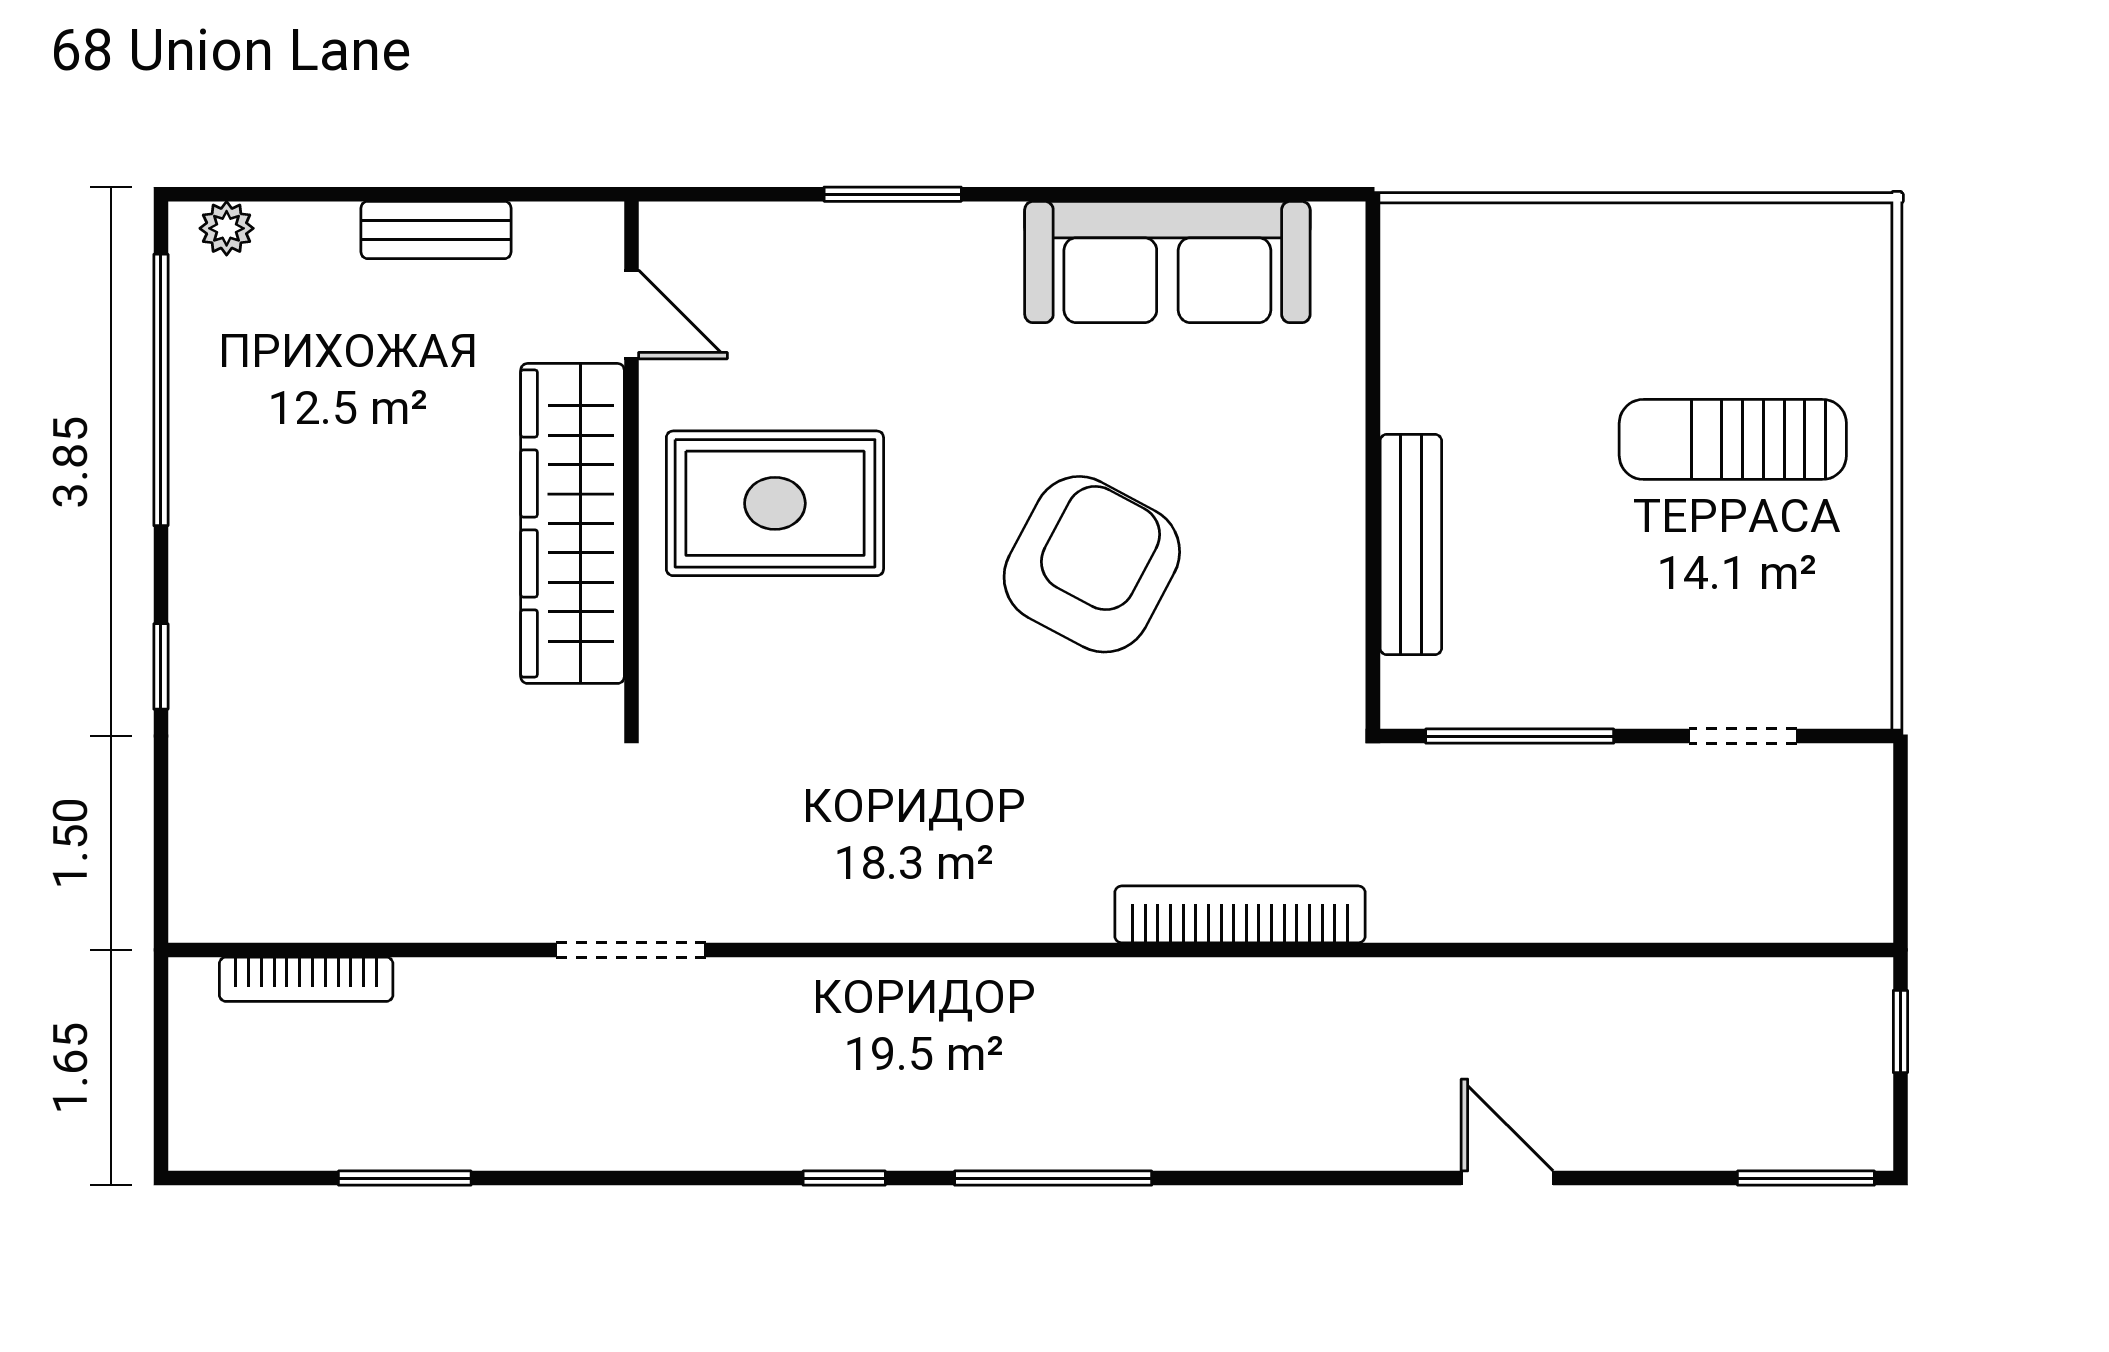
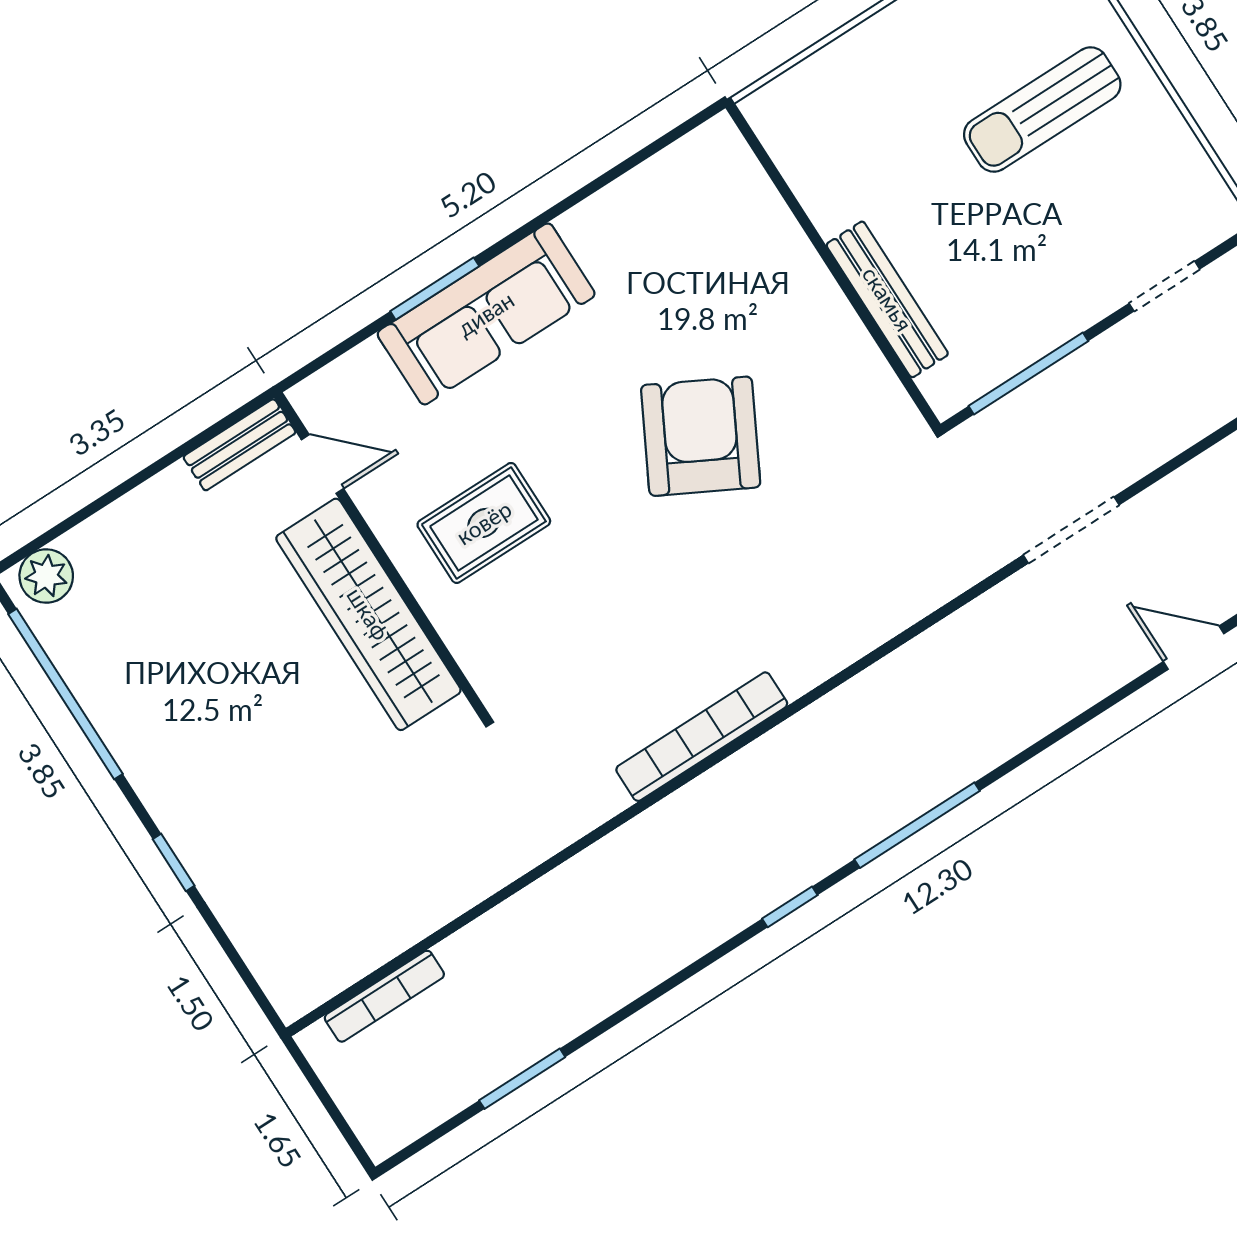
plant: (227, 228) -> (46, 576), width x1.38, depth x1.38
bench: (436, 230) -> (239, 445), moved
sofa: (1167, 262) -> (486, 314), moved
rug: (775, 503) -> (484, 523), width x0.73, depth x0.70
bookcase: (1240, 914) -> (702, 737), moved
doorway: (631, 950) -> (1071, 530), moved

